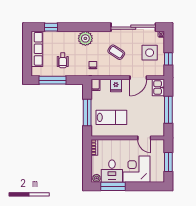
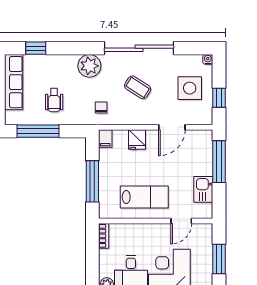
sliding door: (133, 27) -> (139, 48), moved
kitchen sink: (158, 87) -> (203, 189), moved
window: (168, 110) -> (219, 162), moved
lab bench: (111, 117) -> (144, 197), moved
door: (144, 138) -> (181, 221), hinge flipped

